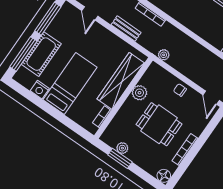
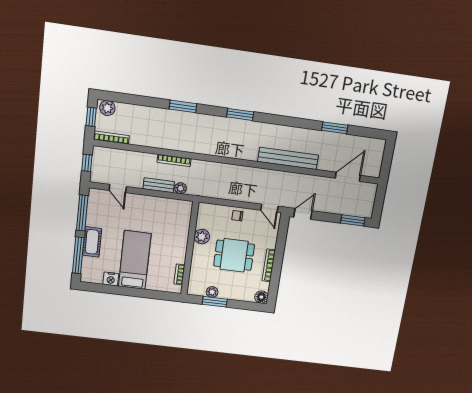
cot: (41, 54) -> (92, 242), width x0.73, depth x0.75
plant: (164, 55) -> (181, 188), moved
wardrobe: (121, 81) -> (179, 235), removed

